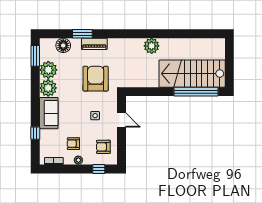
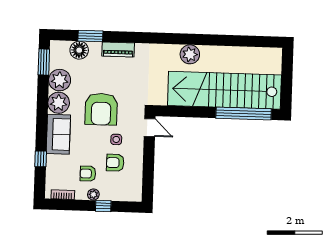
window: (82, 34) -> (90, 36), moved
stairs: (192, 74) -> (224, 90), width x1.36
armchair: (96, 79) -> (101, 109), moved, turned 180
door: (121, 120) -> (150, 128), moved
armchair: (103, 147) -> (115, 163), moved
window: (99, 169) -> (103, 206), moved

